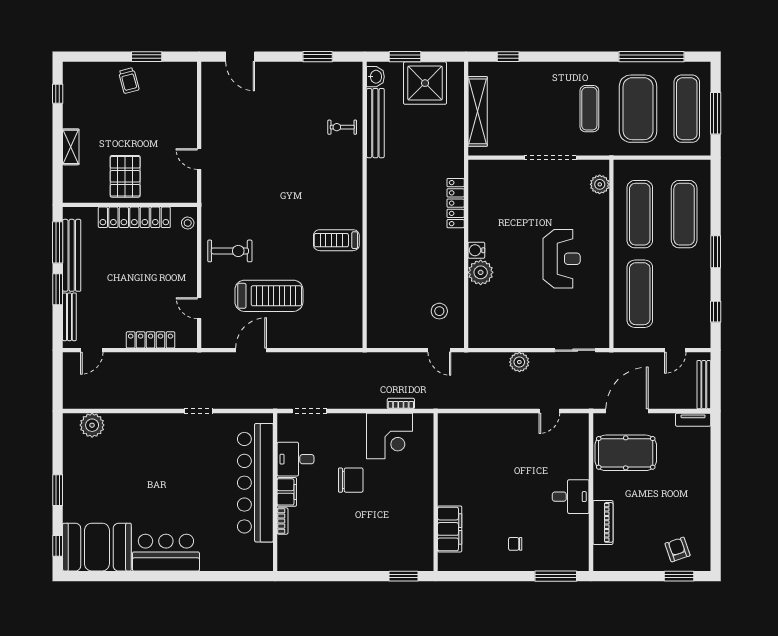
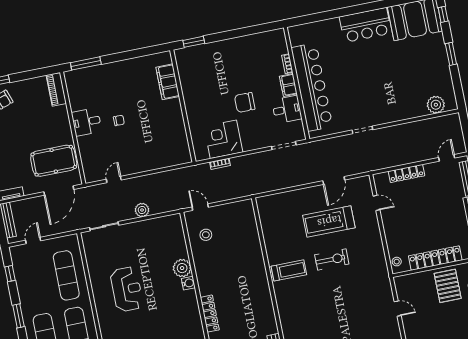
exercise bike: (230, 251) -> (332, 259), moved, turned 180
reception desk: (562, 259) -> (127, 289), turned 180
piano: (603, 522) -> (56, 89), moved
chair: (515, 544) -> (119, 120), moved

